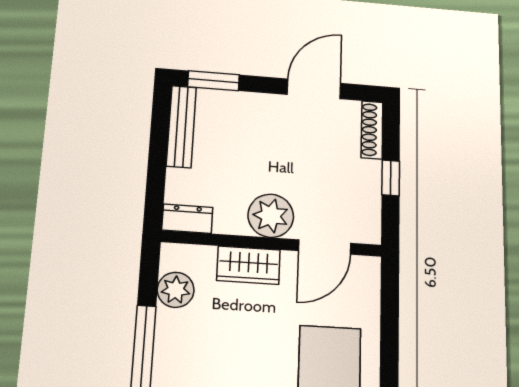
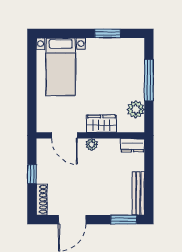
plant: (271, 216) -> (92, 144), width x0.53, depth x0.53
door: (325, 247) -> (65, 135), swing flipped

